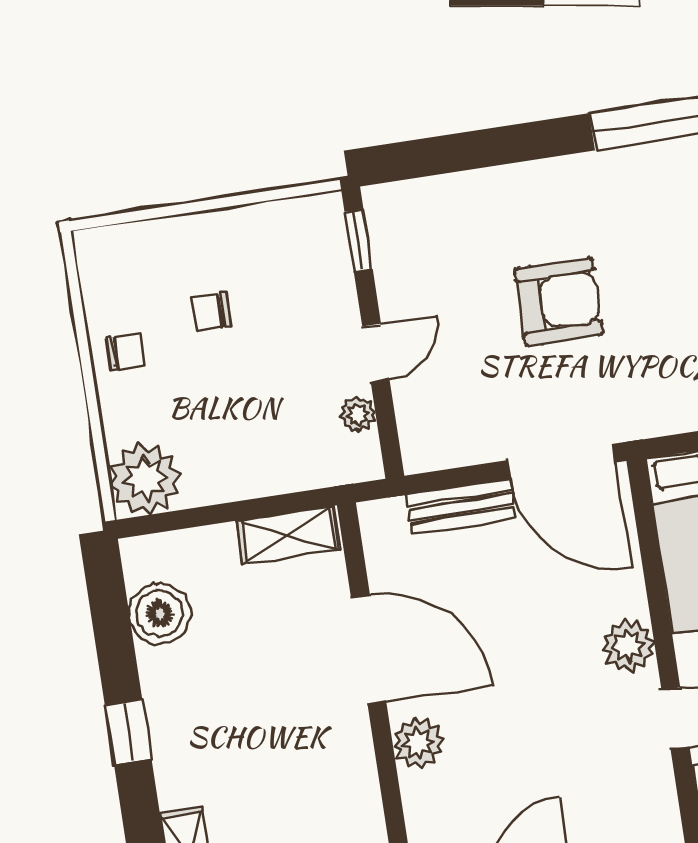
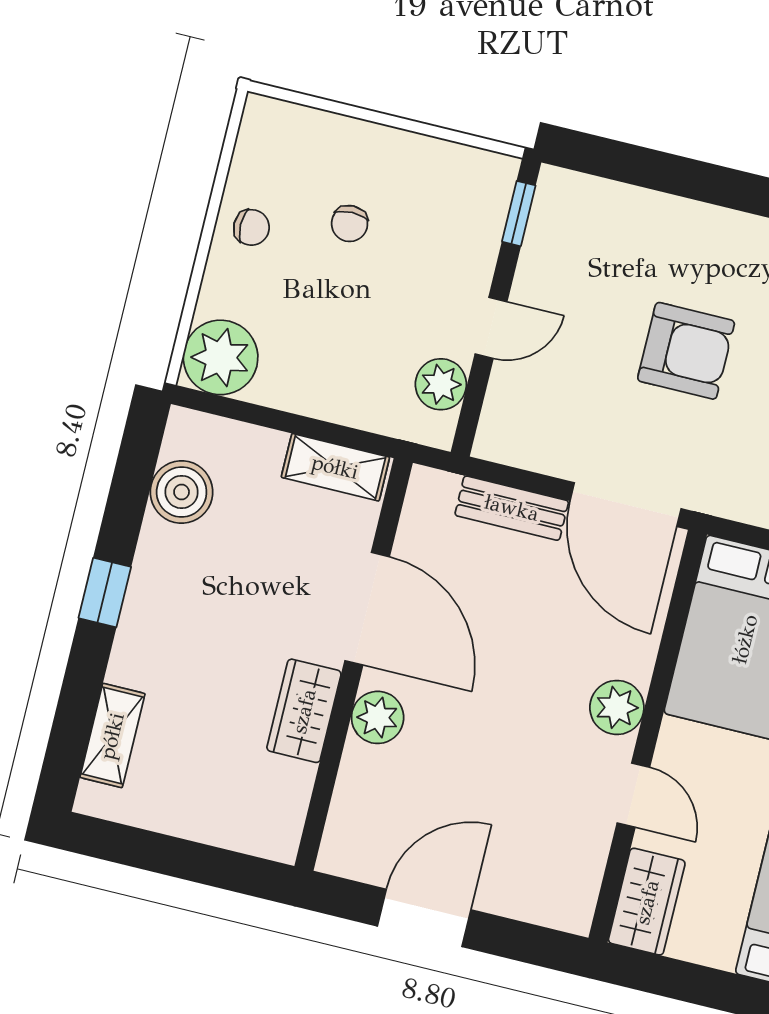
chair: (211, 312) -> (350, 224), turned -90
plant: (358, 414) -> (441, 384), width x1.38, depth x1.38
wardrobe: (350, 764) -> (304, 711), added

